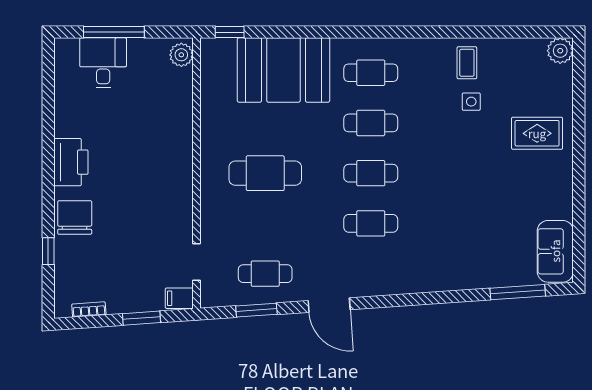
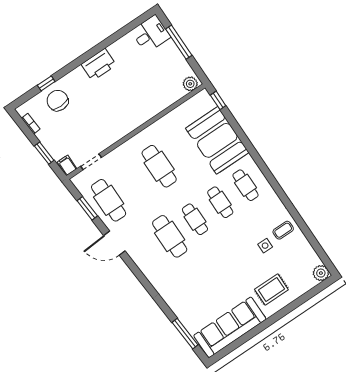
desk: (103, 63) -> (151, 34), moved
rug: (537, 133) -> (271, 289), turned 90
chair: (75, 218) -> (58, 101), moved, turned -90
cafe table: (371, 223) -> (170, 236), width x1.37, depth x1.35
sofa: (555, 251) -> (230, 327), width x1.85, depth x1.27
cafe table: (265, 274) -> (109, 200), width x1.37, depth x1.35
door: (329, 305) -> (114, 243), hinge flipped

